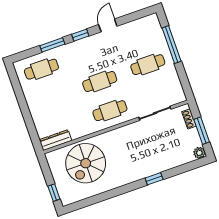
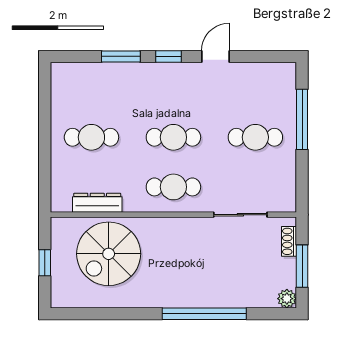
cafe table: (41, 69) -> (91, 137), moved
dresser: (55, 140) -> (97, 203), moved
window: (154, 179) -> (204, 314), width x3.17
window: (54, 193) -> (45, 263), moved

